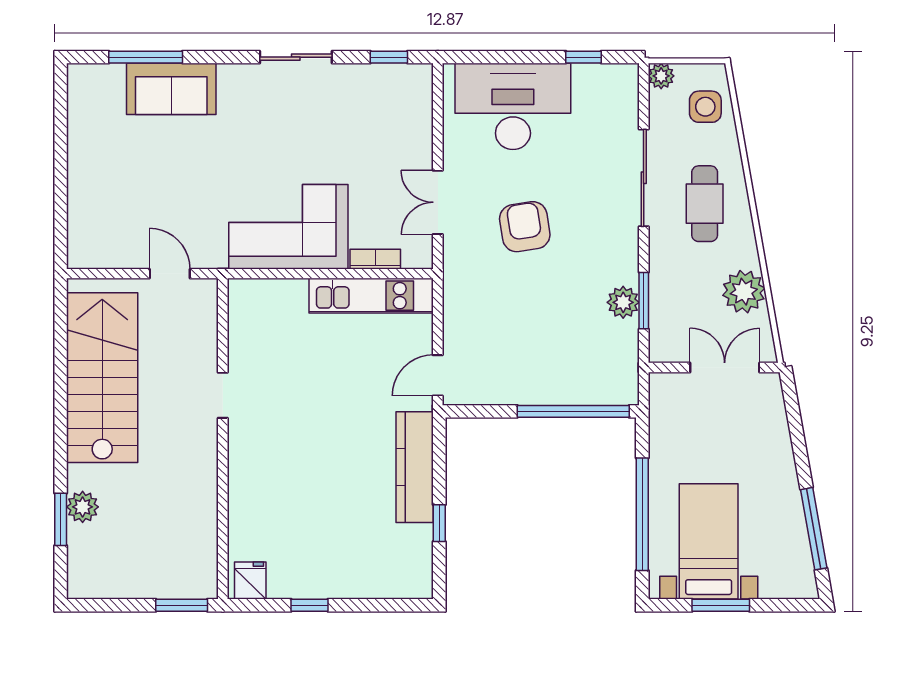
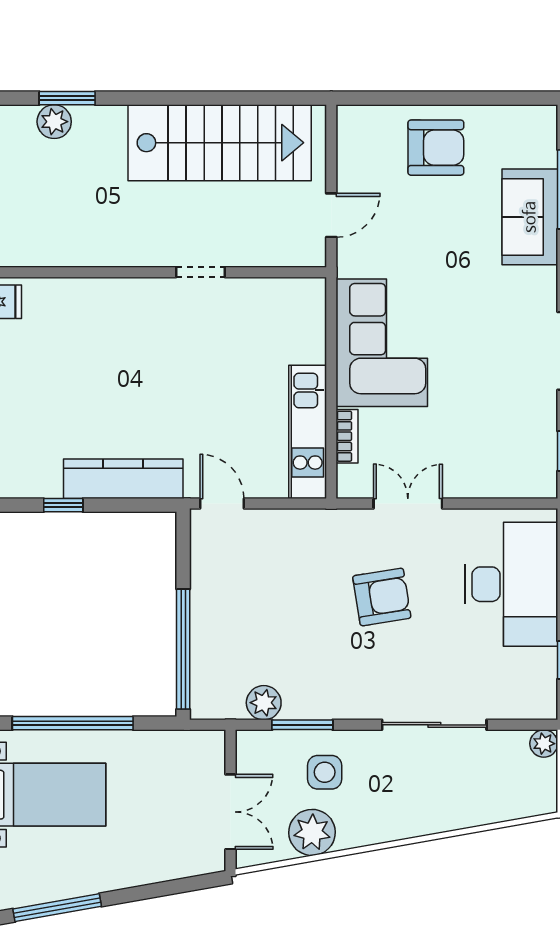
side table: (705, 107) -> (325, 772), moved
armchair: (107, 176) -> (436, 148), added
cafe table: (705, 204) -> (407, 790), removed
plant: (623, 302) -> (264, 703), moved
plant: (83, 507) -> (54, 122), moved

